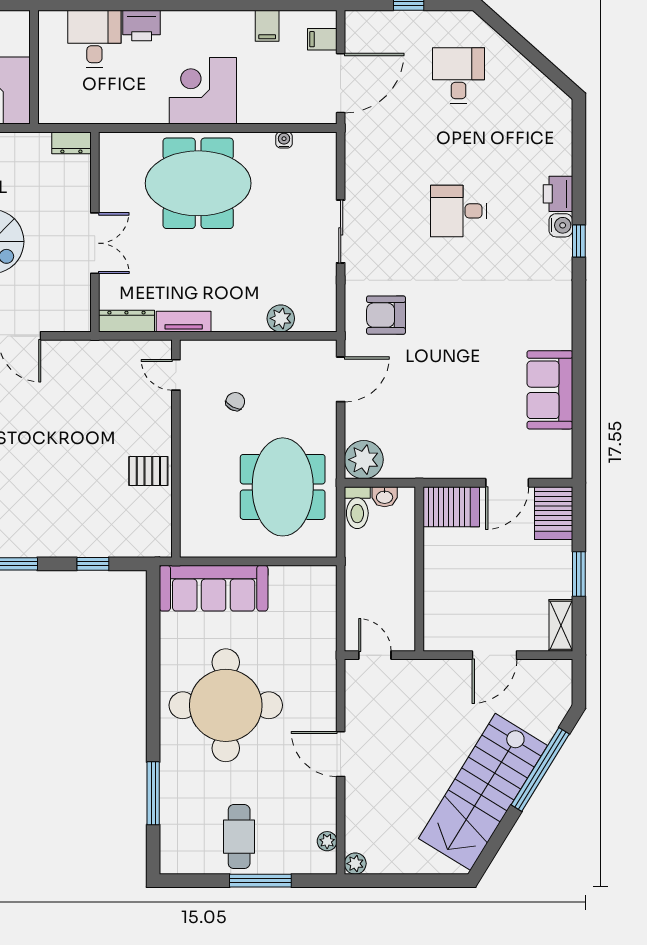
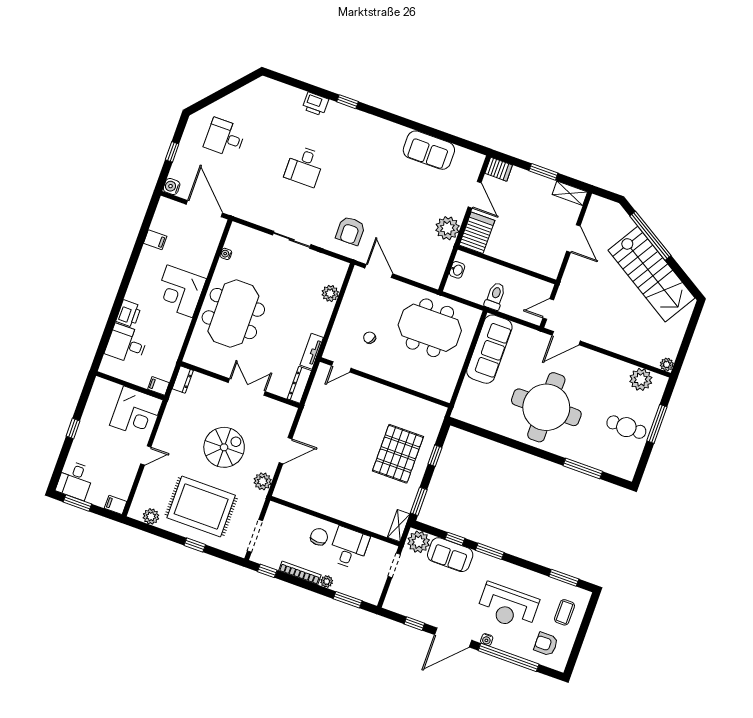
filing cabinet: (322, 39) -> (158, 386), moved, turned 90
water cooler: (561, 225) -> (172, 187), moved, turned -90
plant: (364, 460) -> (447, 228), moved
pallet: (148, 471) -> (398, 454), moved, width x2.05, depth x2.00
toilet: (357, 508) -> (495, 296), moved, turned -90
server rack: (554, 513) -> (499, 169), width x0.73, depth x0.70
sofa: (214, 588) -> (489, 349), moved
door: (341, 754) -> (566, 338), moved
plant: (327, 841) -> (641, 379), width x1.88, depth x1.88

